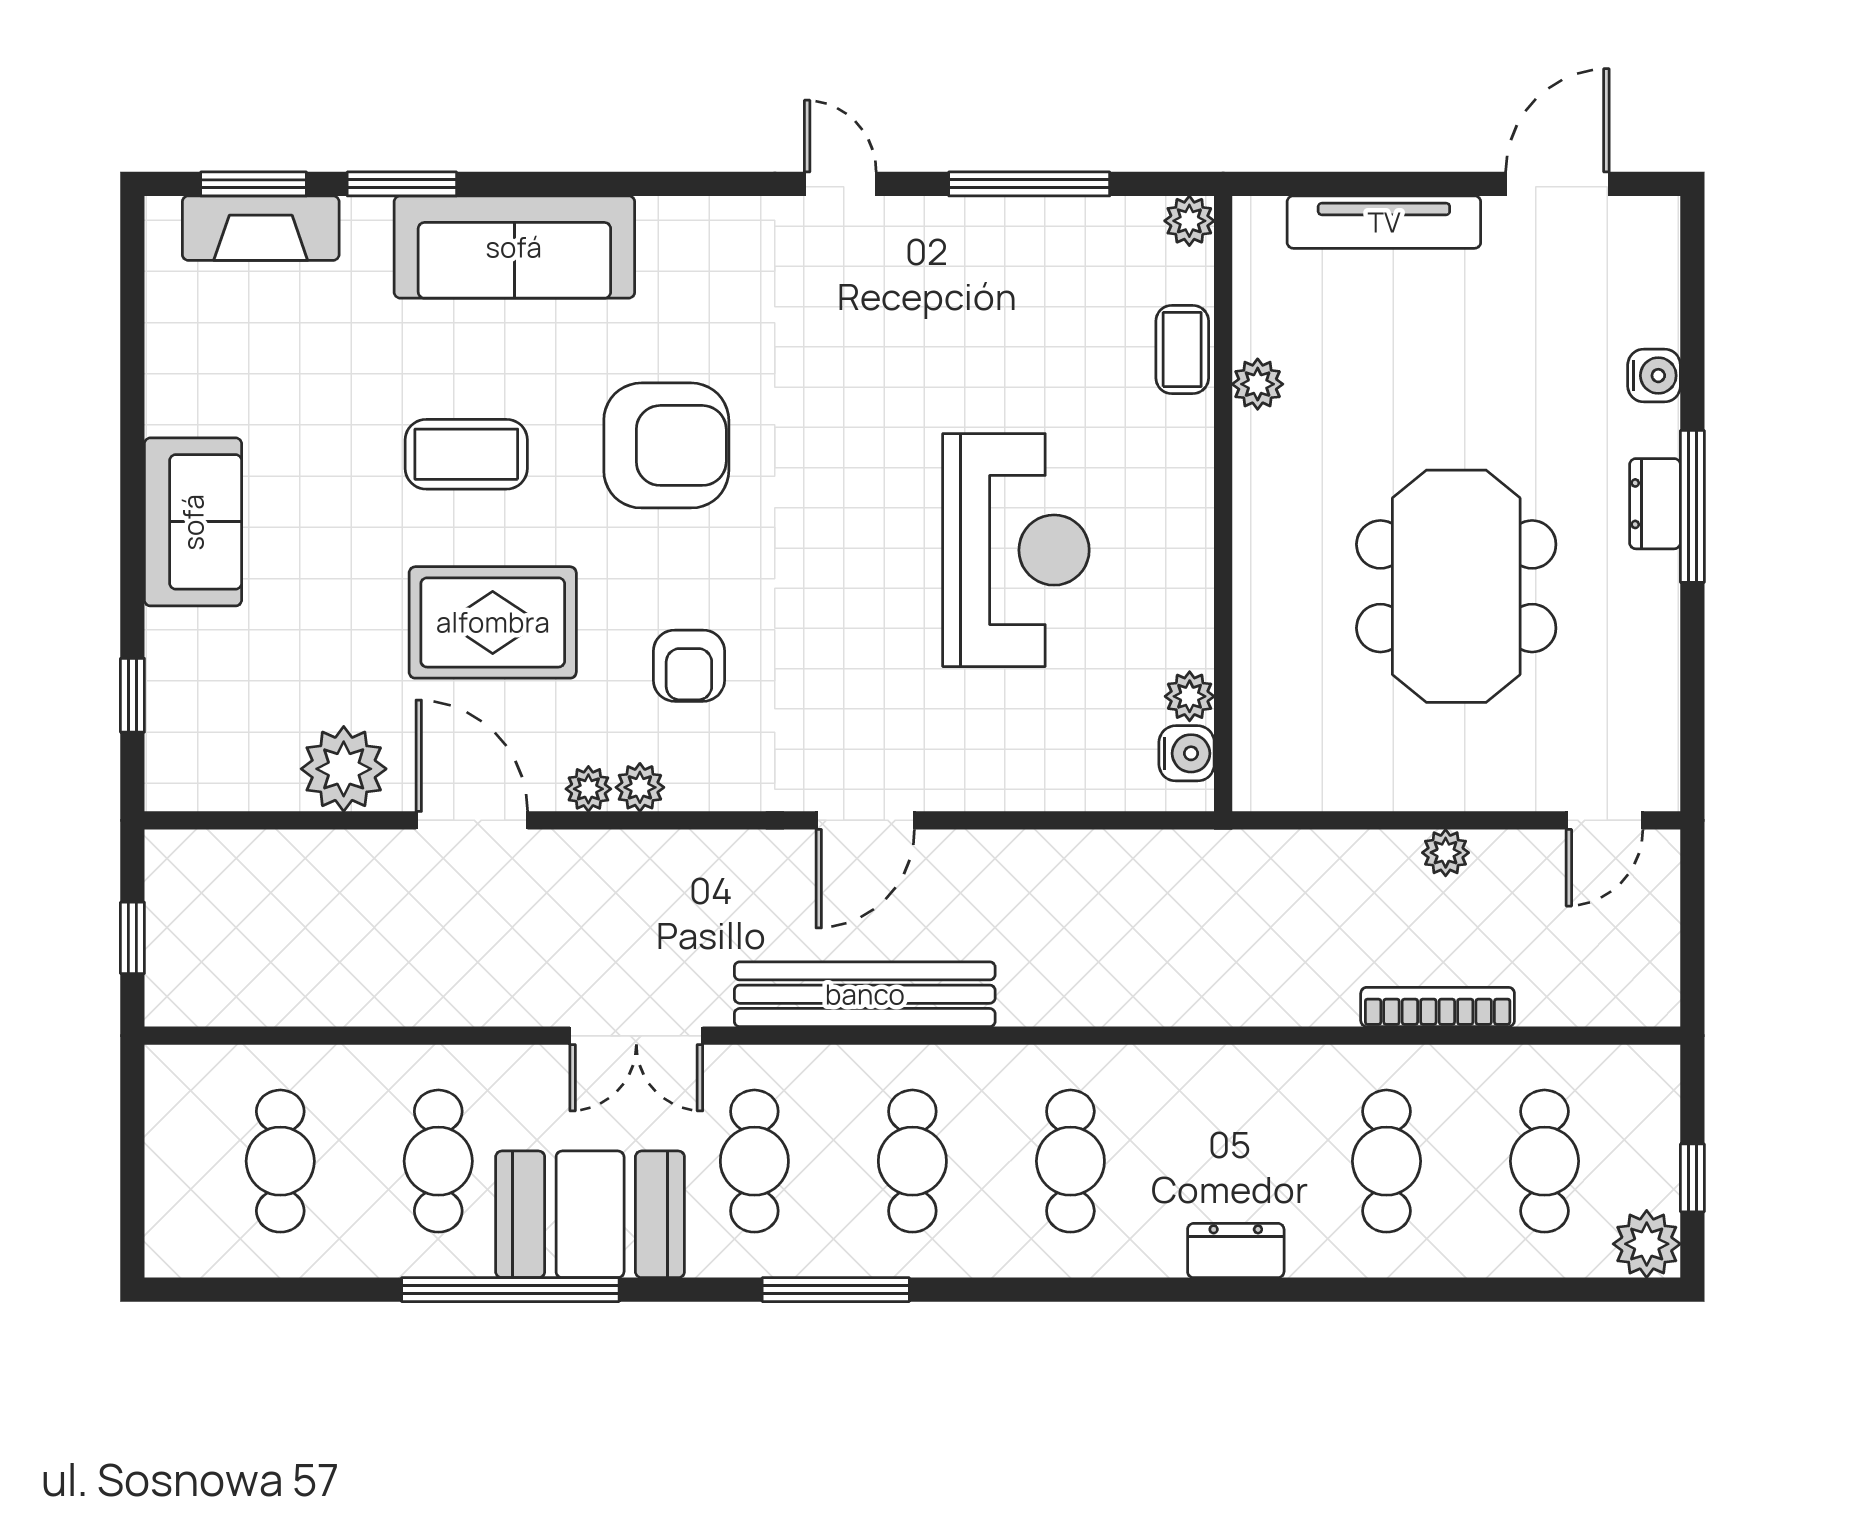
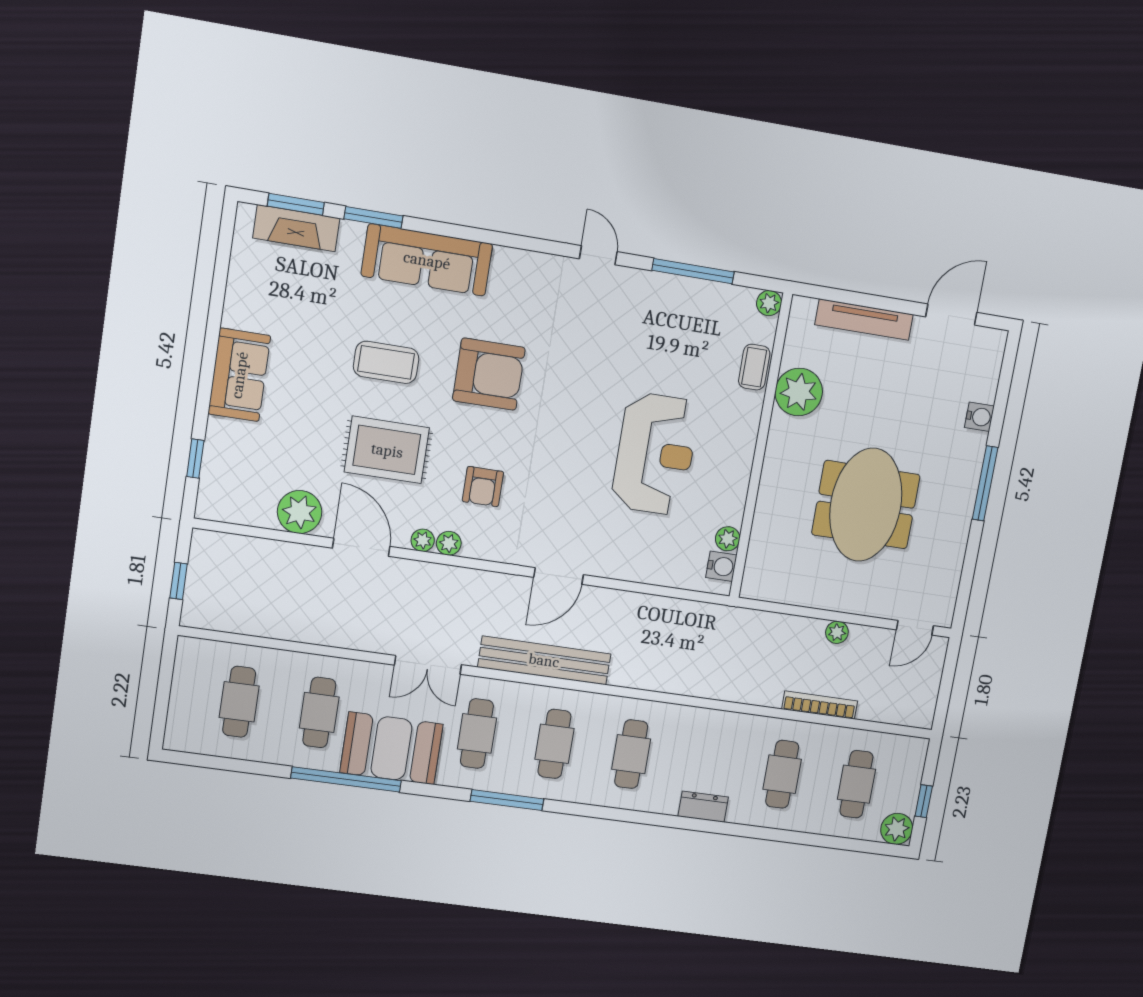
plant: (1258, 384) -> (799, 392), width x1.88, depth x1.88
dresser: (1655, 504) -> (968, 479), removed

